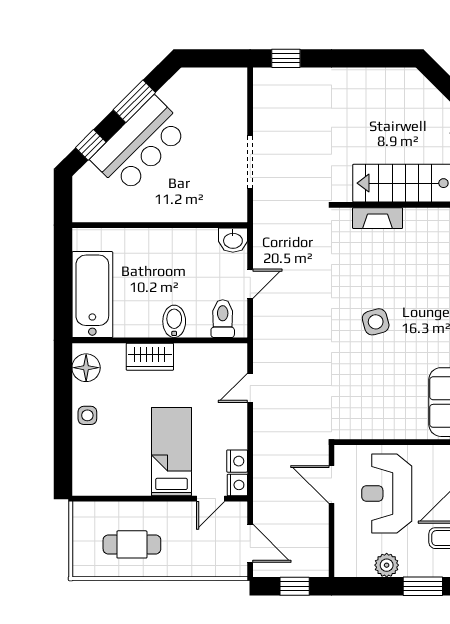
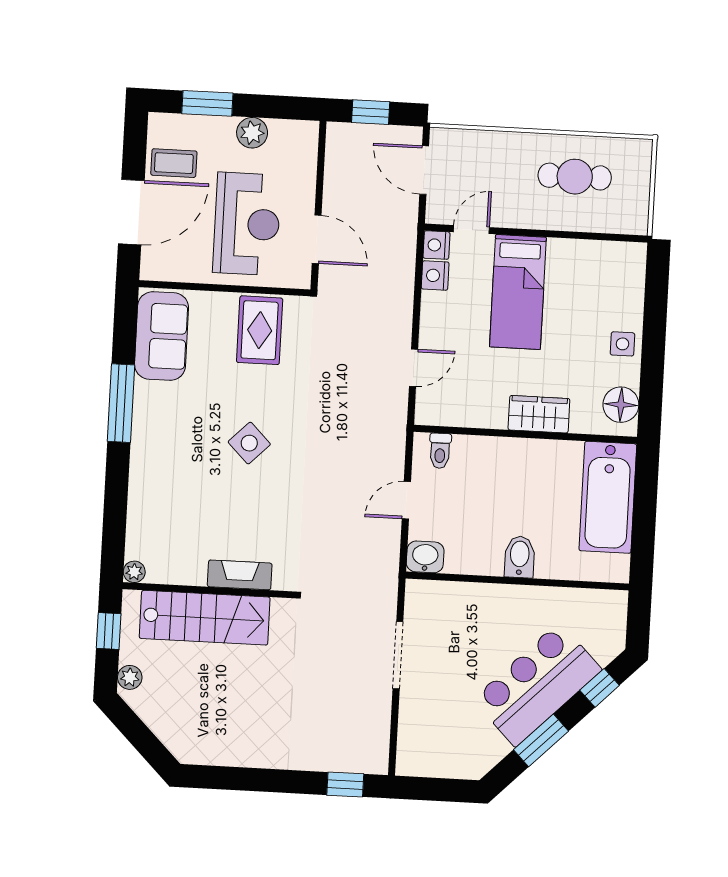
toilet: (223, 319) -> (440, 451), width x0.73, depth x0.72
bidet: (174, 321) -> (520, 557), moved, turned 180
side table: (376, 322) -> (249, 443), turned -30
rug: (372, 411) -> (260, 330), added

